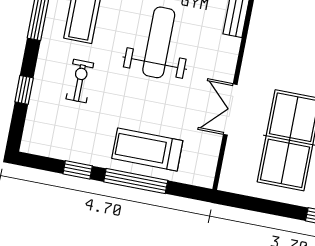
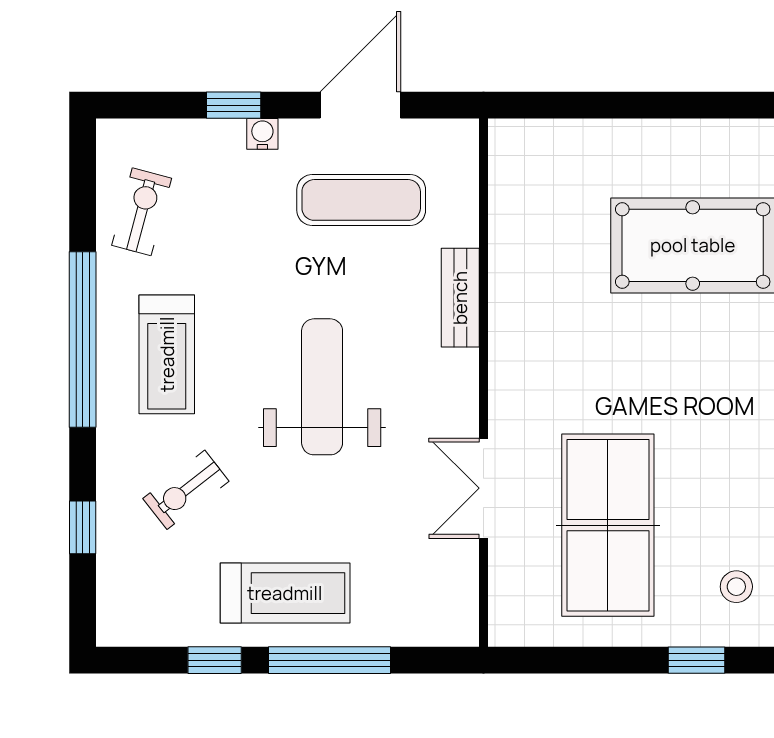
exercise bike: (80, 81) -> (186, 490), turned -128
treadmill: (147, 150) -> (285, 593), moved, turned 180

